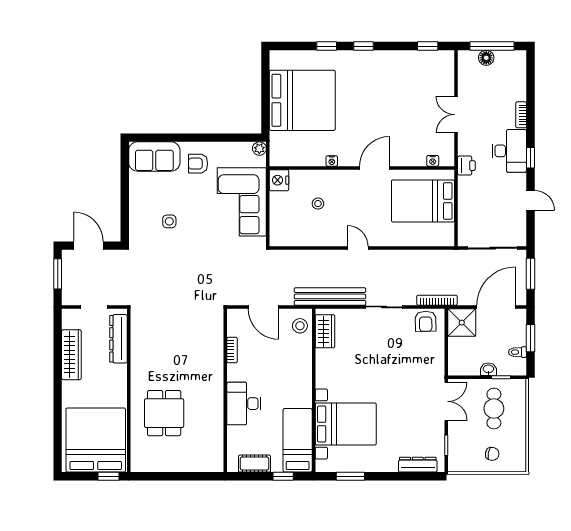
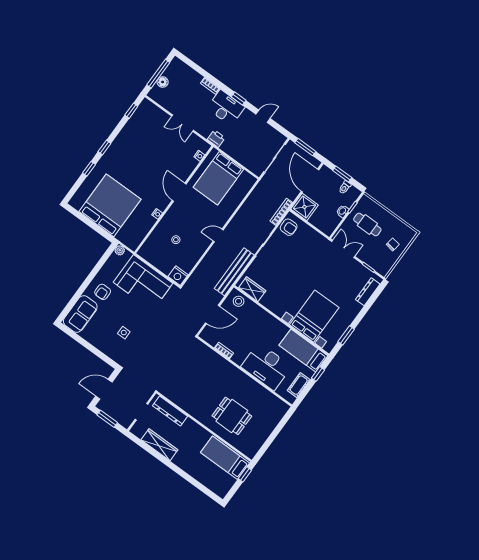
nightstand: (279, 180) -> (178, 276), moved
desk: (244, 404) -> (266, 367), width x1.36, depth x1.30
bed: (96, 440) -> (225, 458), width x0.49

